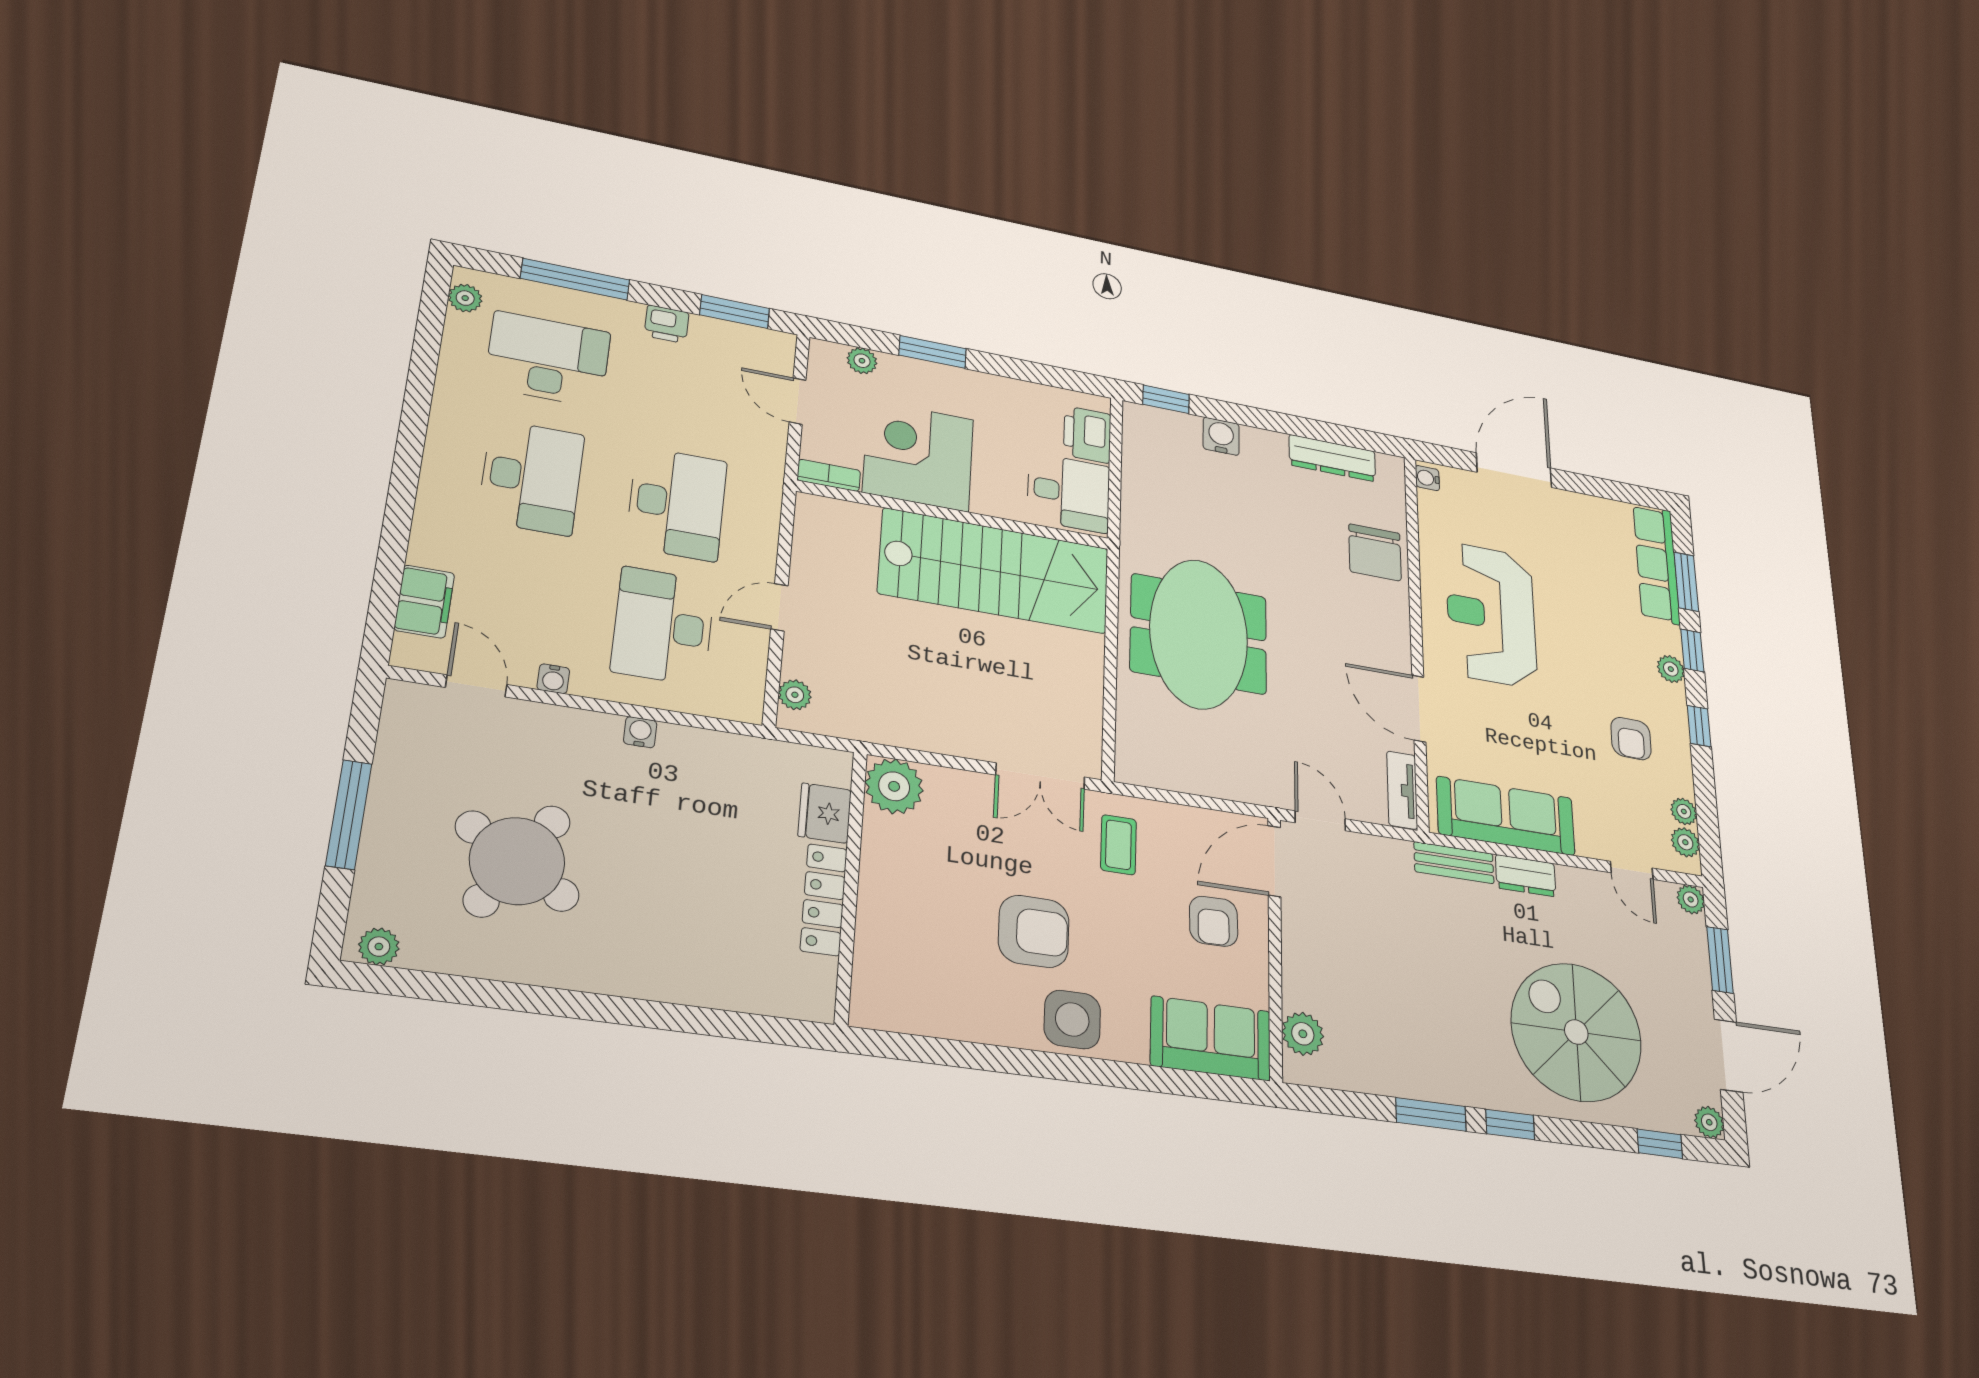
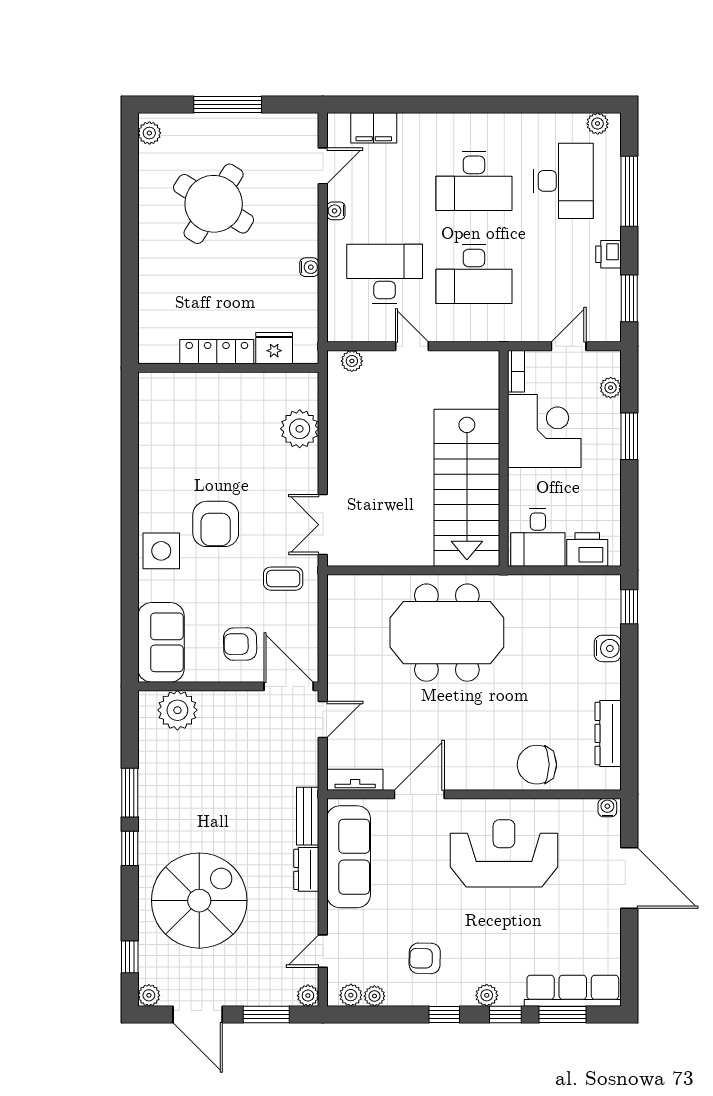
fridge: (825, 813) -> (274, 348), moved
wall: (851, 886) -> (228, 368), moved
locker: (824, 900) -> (217, 352), moved
plant: (1303, 1034) -> (177, 710), width x1.36, depth x1.36

